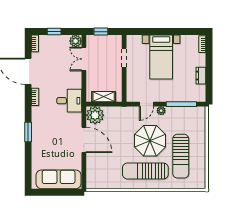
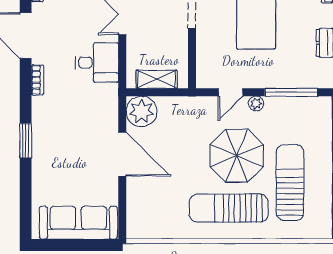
desk: (69, 101) -> (97, 63), moved
sun lounger: (181, 156) -> (290, 183), turned 180

